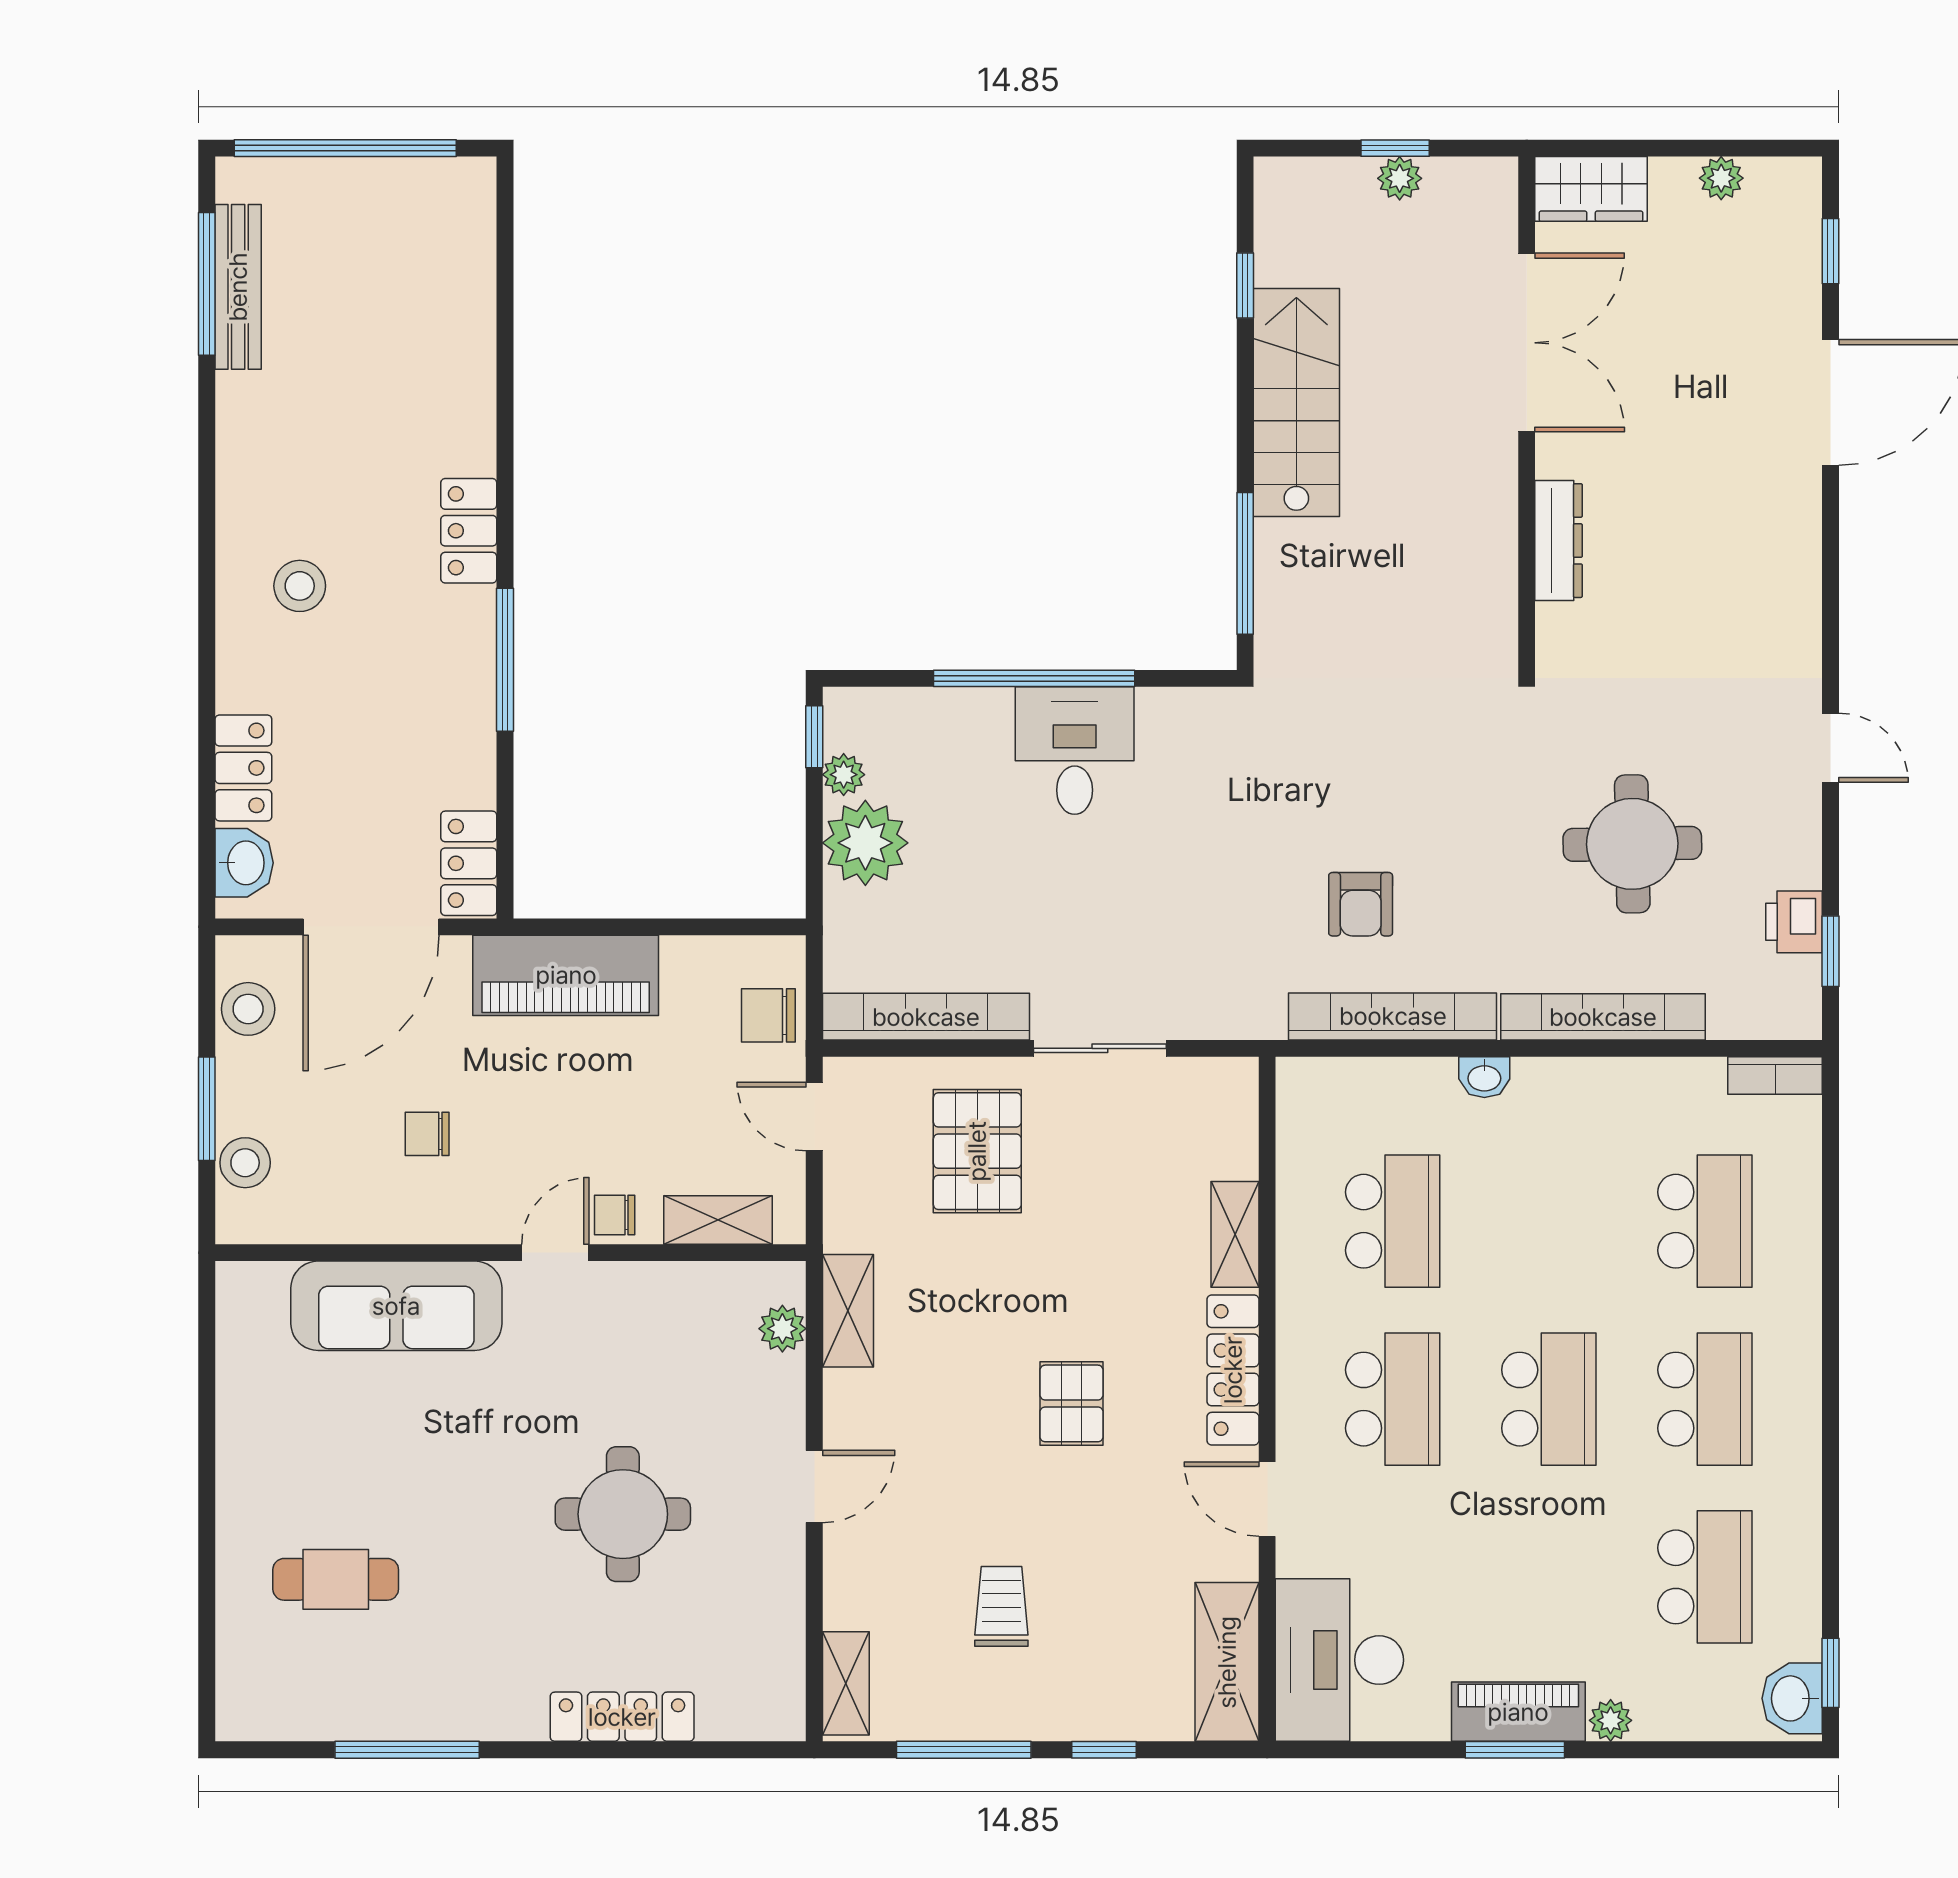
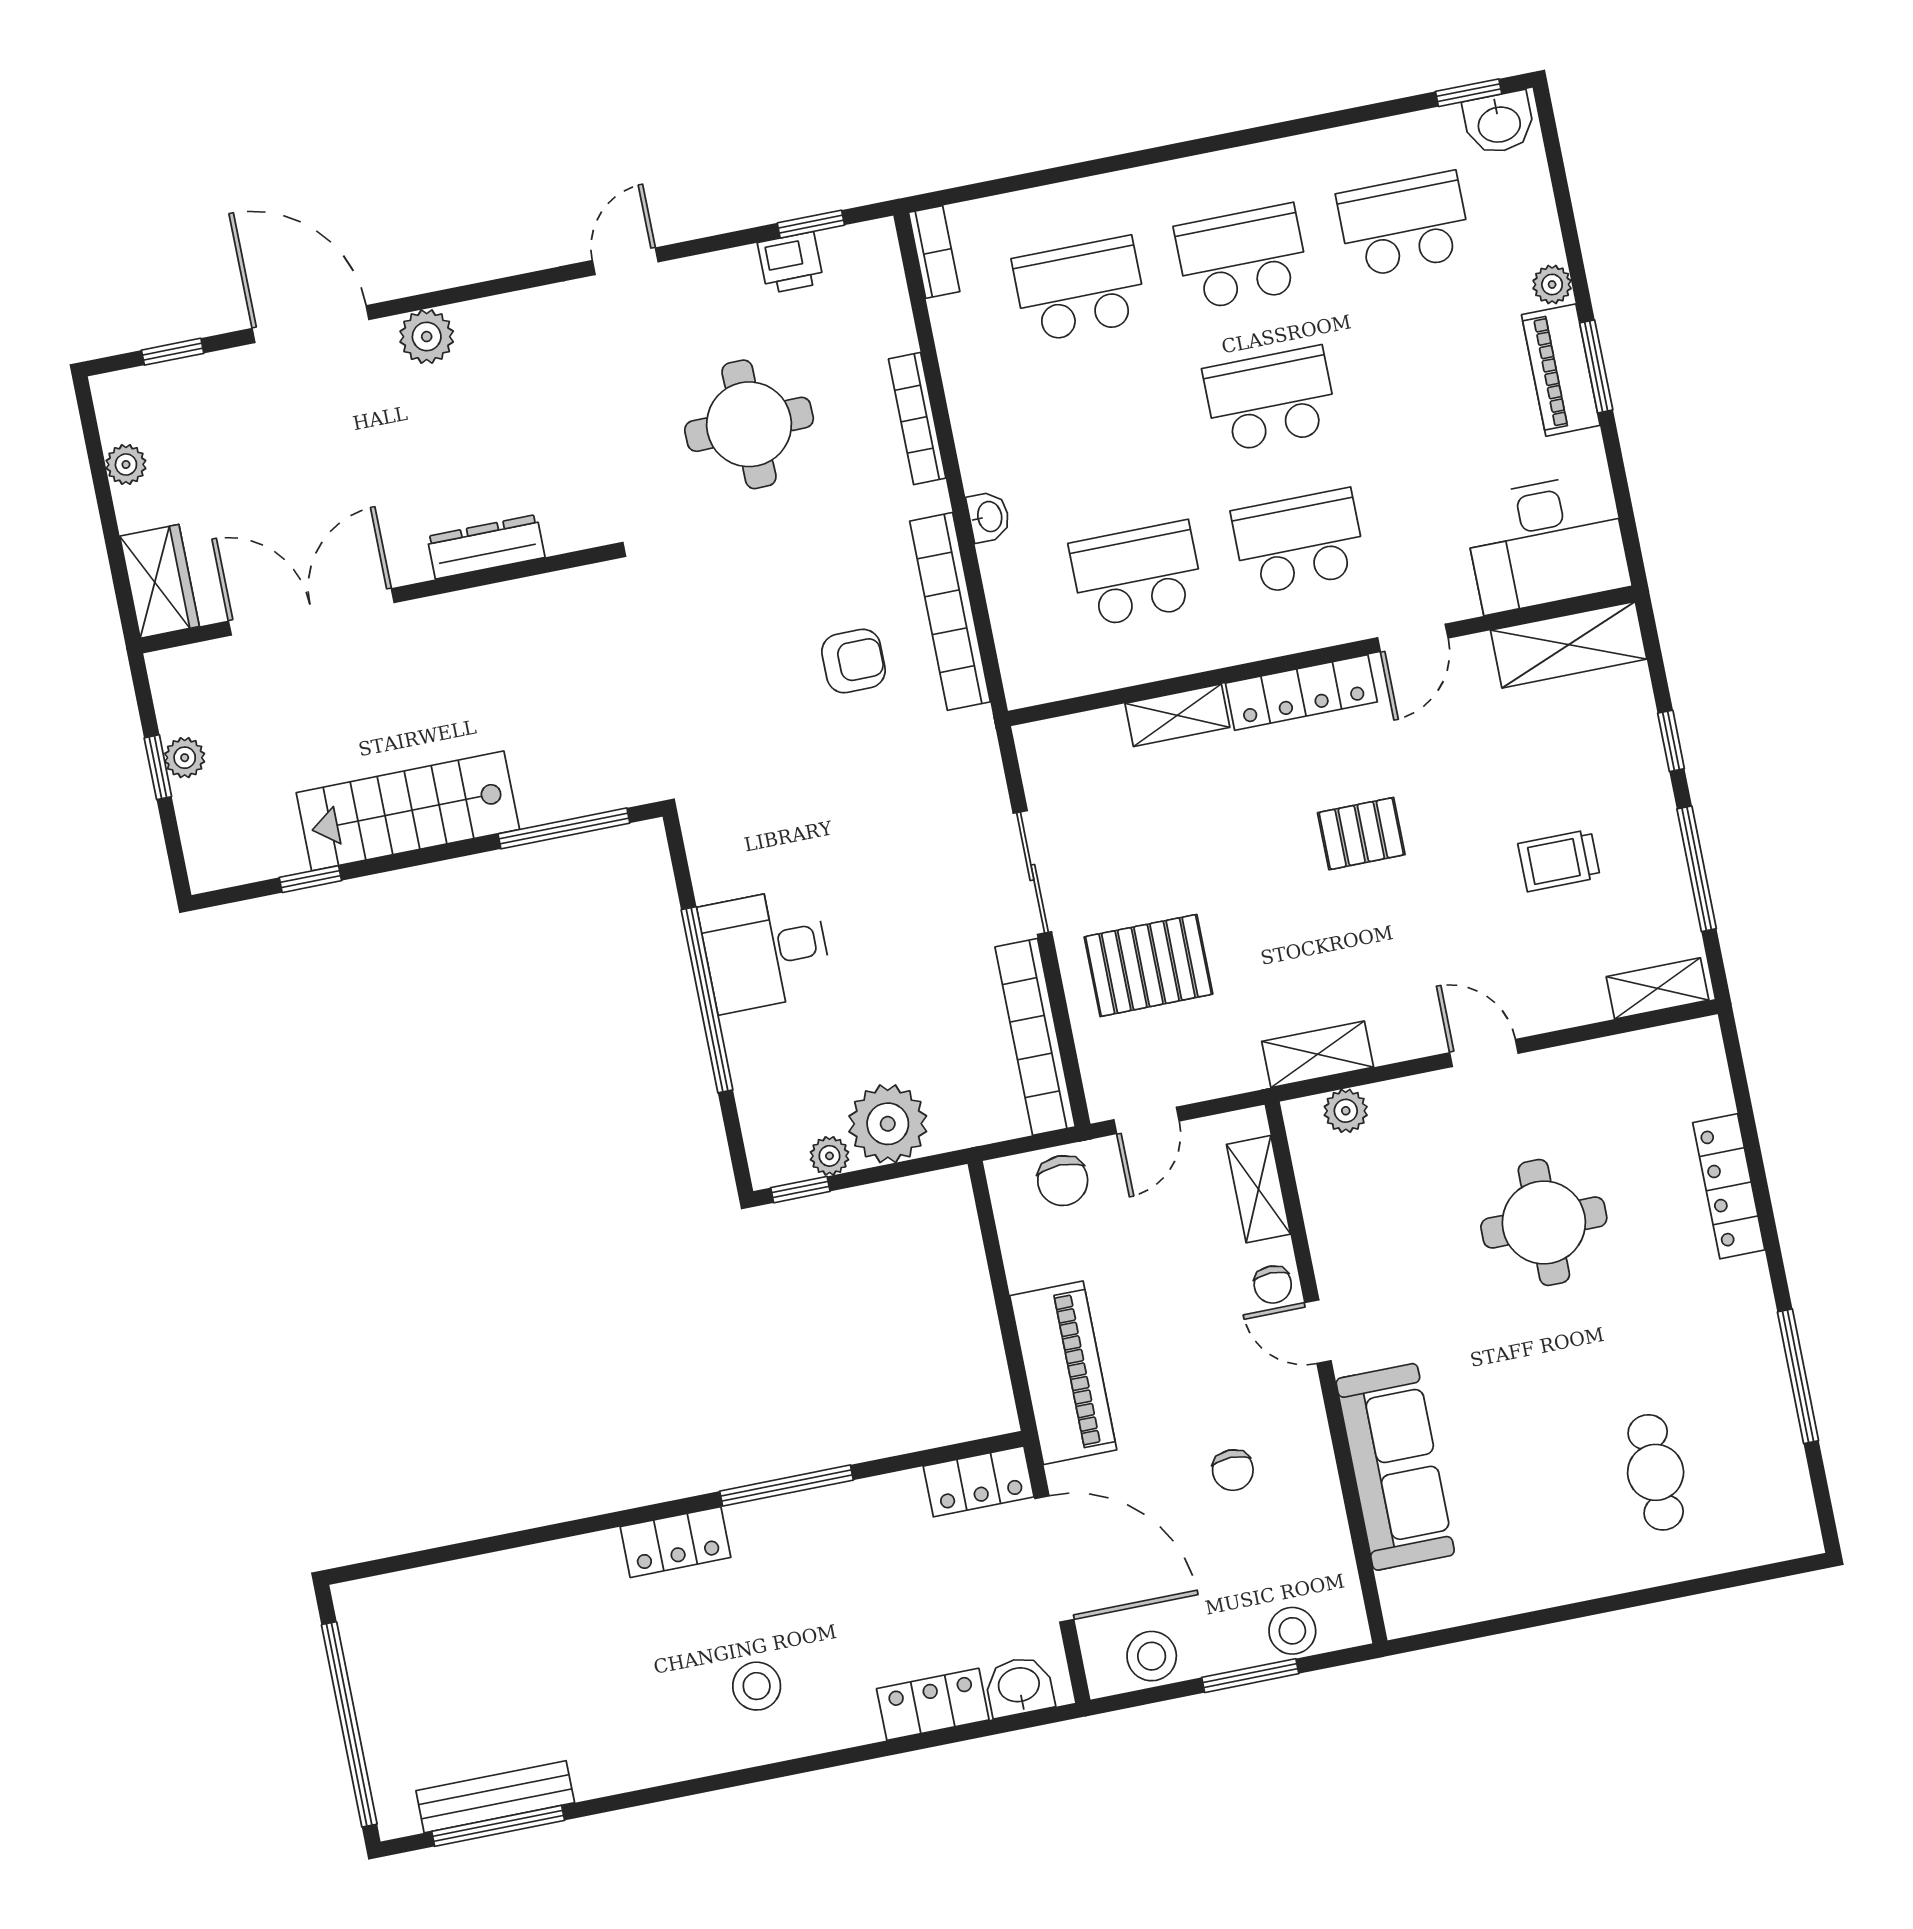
plant: (1793, 522) -> (427, 337), added
bookcase: (1603, 1017) -> (917, 419), width x0.68, depth x0.76

